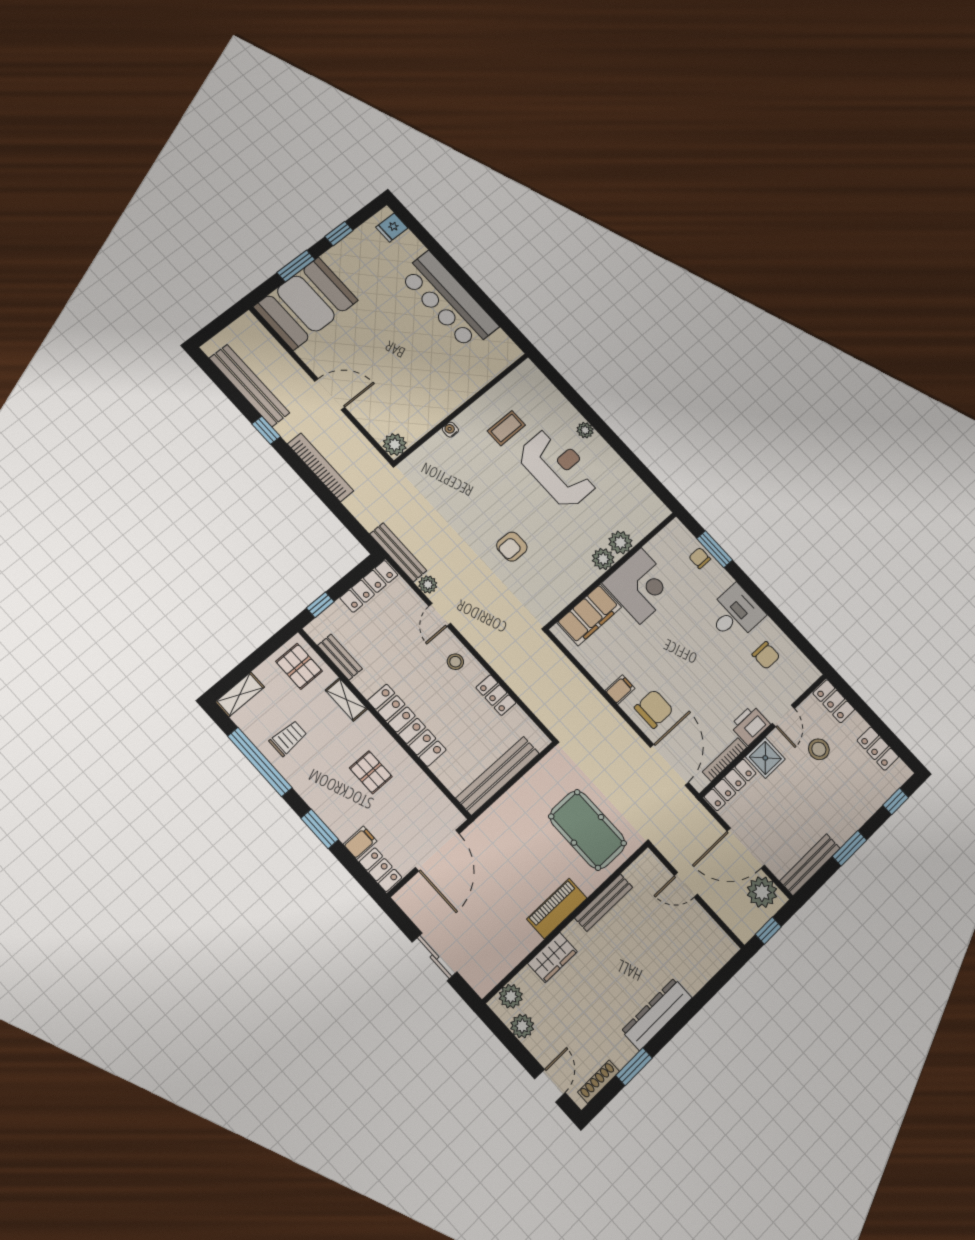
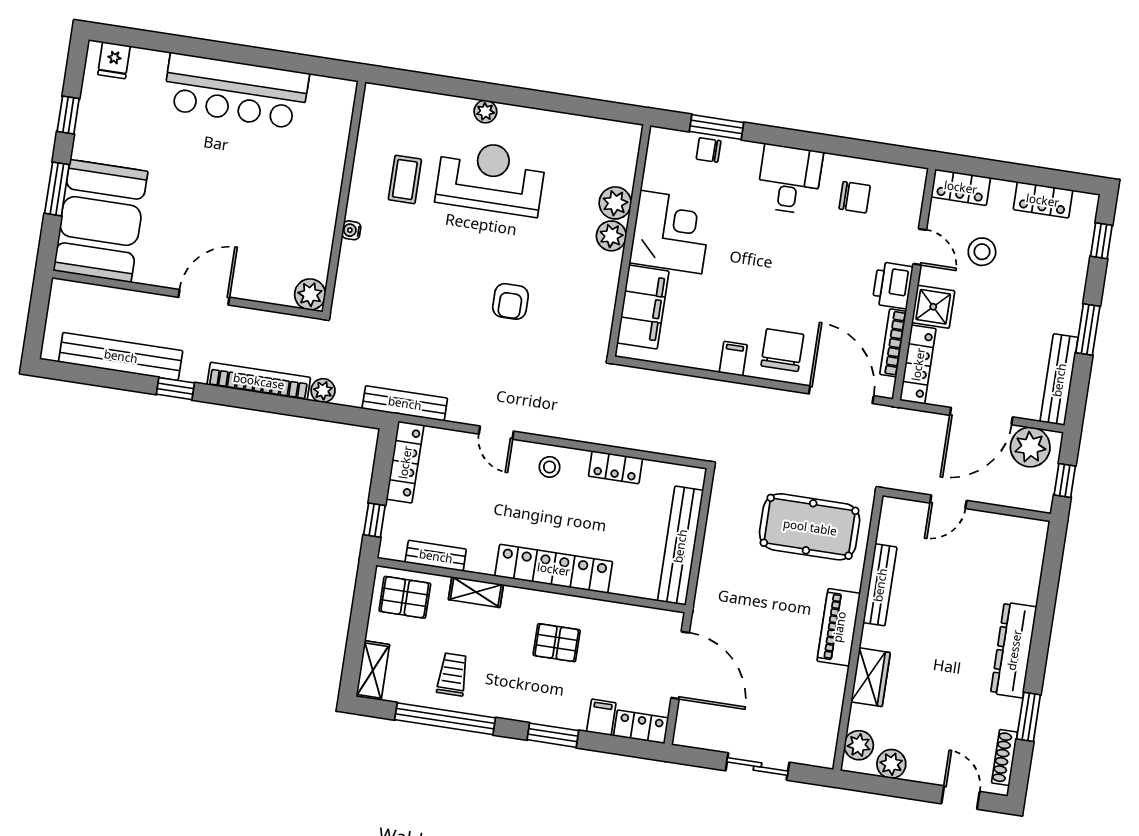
plant: (428, 584) -> (323, 391), moved

